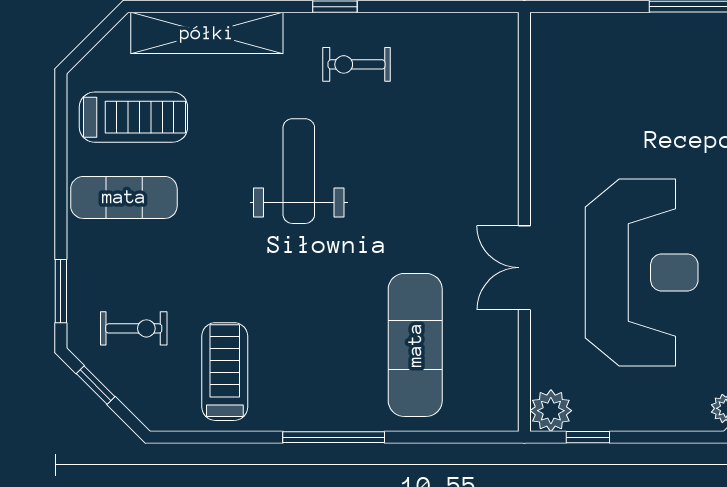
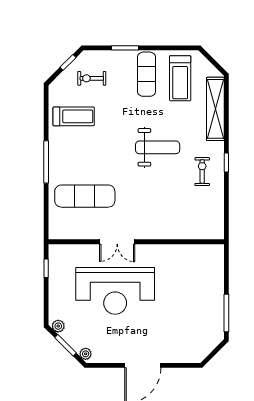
double door: (524, 268) -> (117, 242), swing flipped
window: (61, 291) -> (125, 48), moved
exercise bike: (134, 328) -> (92, 78), turned 90
plant: (551, 411) -> (57, 253), removed

